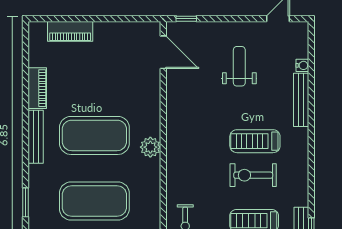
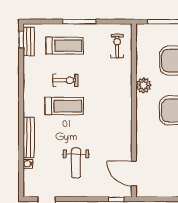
plant: (150, 147) -> (144, 85), moved
exercise bike: (253, 175) -> (65, 80), width x0.73, depth x0.72

